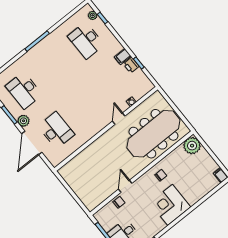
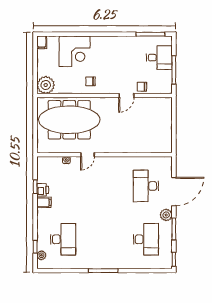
corner desk: (170, 205) -> (75, 51), moved

